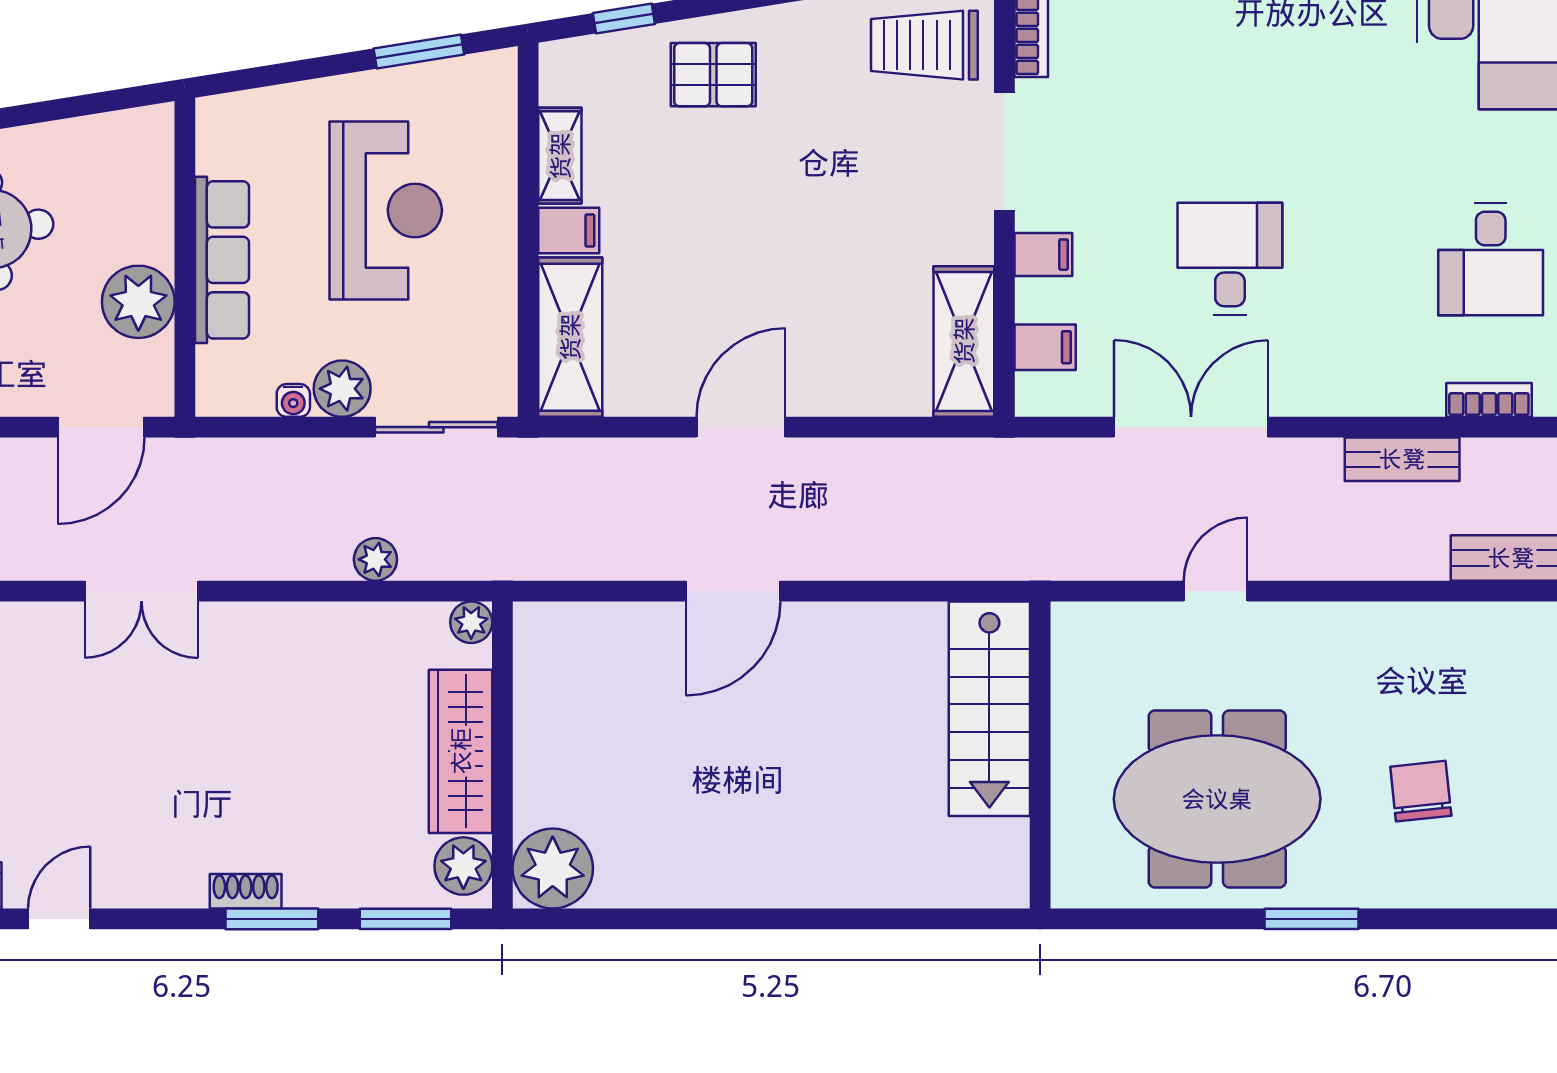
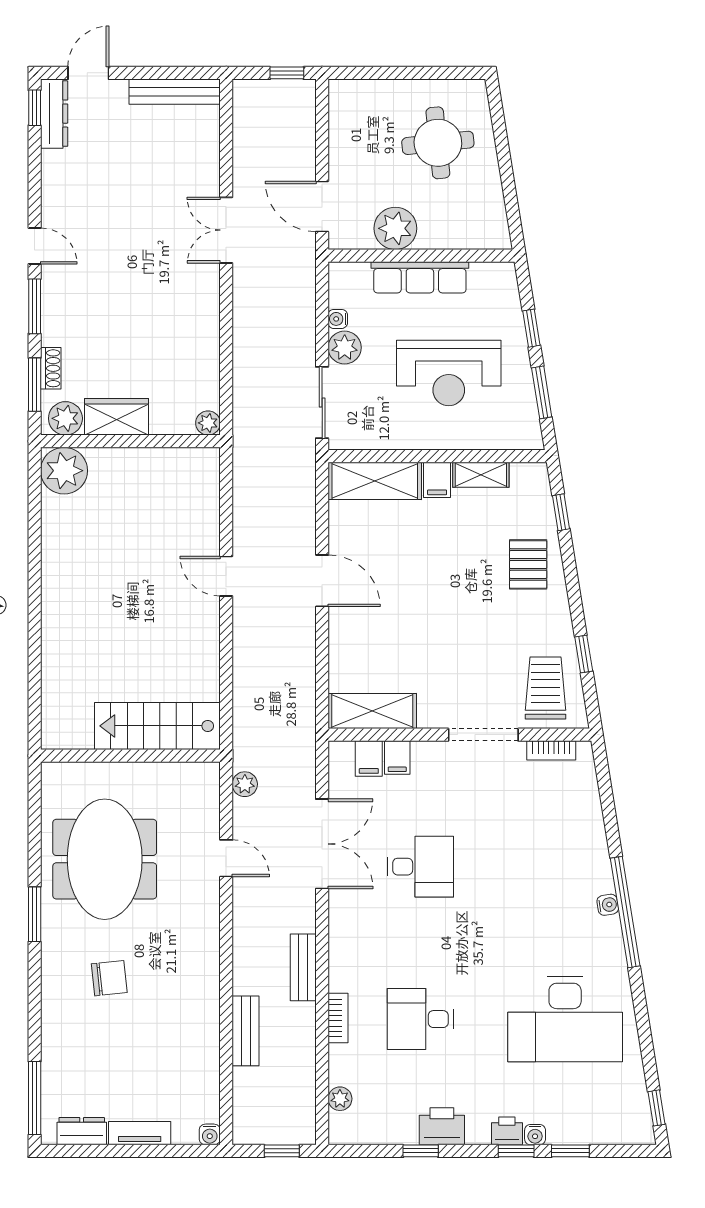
window: (309, 69) -> (531, 328), added
filing cabinet: (1043, 255) -> (397, 758), moved
plant: (375, 559) -> (245, 784), moved
door: (733, 591) -> (226, 576), width x0.73
wardrobe: (461, 751) -> (117, 417), width x0.67
shoe rack: (246, 891) -> (51, 368), moved
door: (59, 919) -> (35, 246), moved

